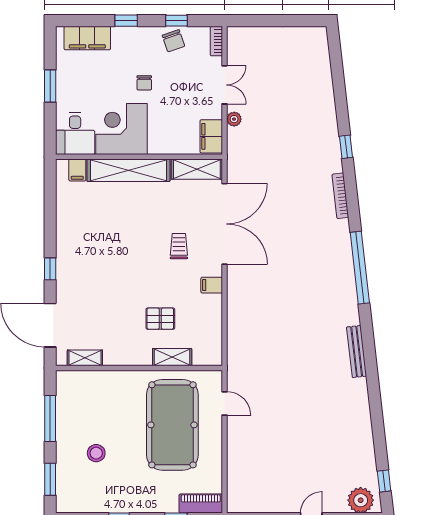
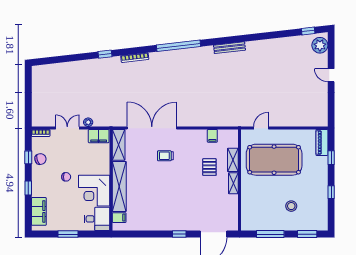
filing cabinet: (212, 285) -> (212, 136), moved
shelving: (85, 358) -> (233, 183), moved

